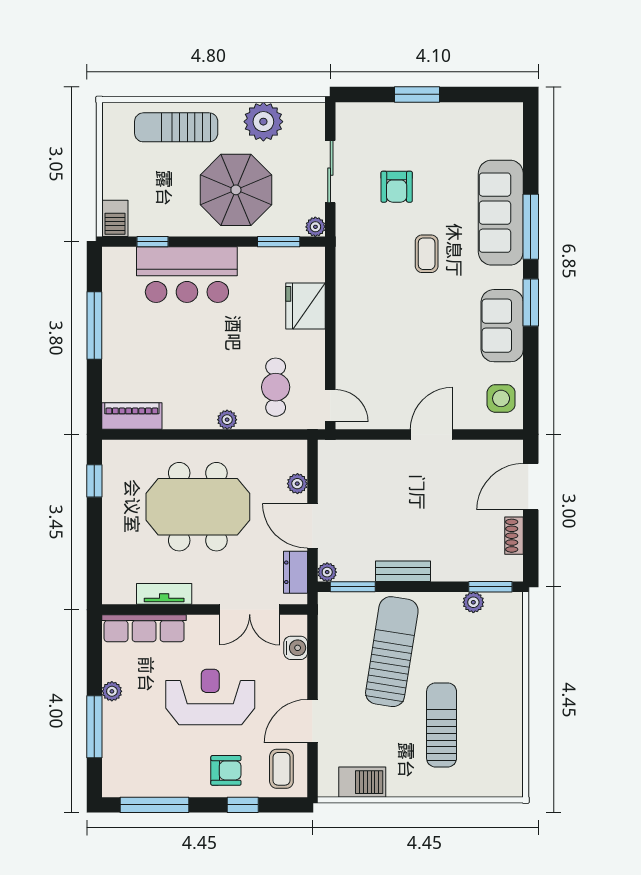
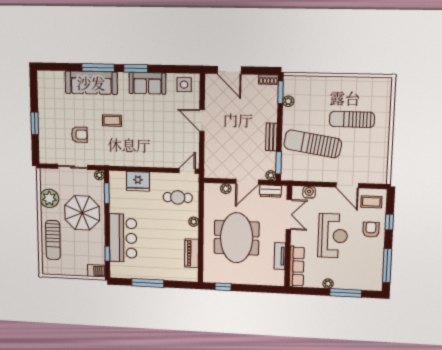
piano: (132, 416) -> (192, 253), moved
shoe rack: (514, 536) -> (268, 80), moved
reception desk: (210, 697) -> (333, 236), turned 180
barbecue: (362, 782) -> (380, 161), removed

